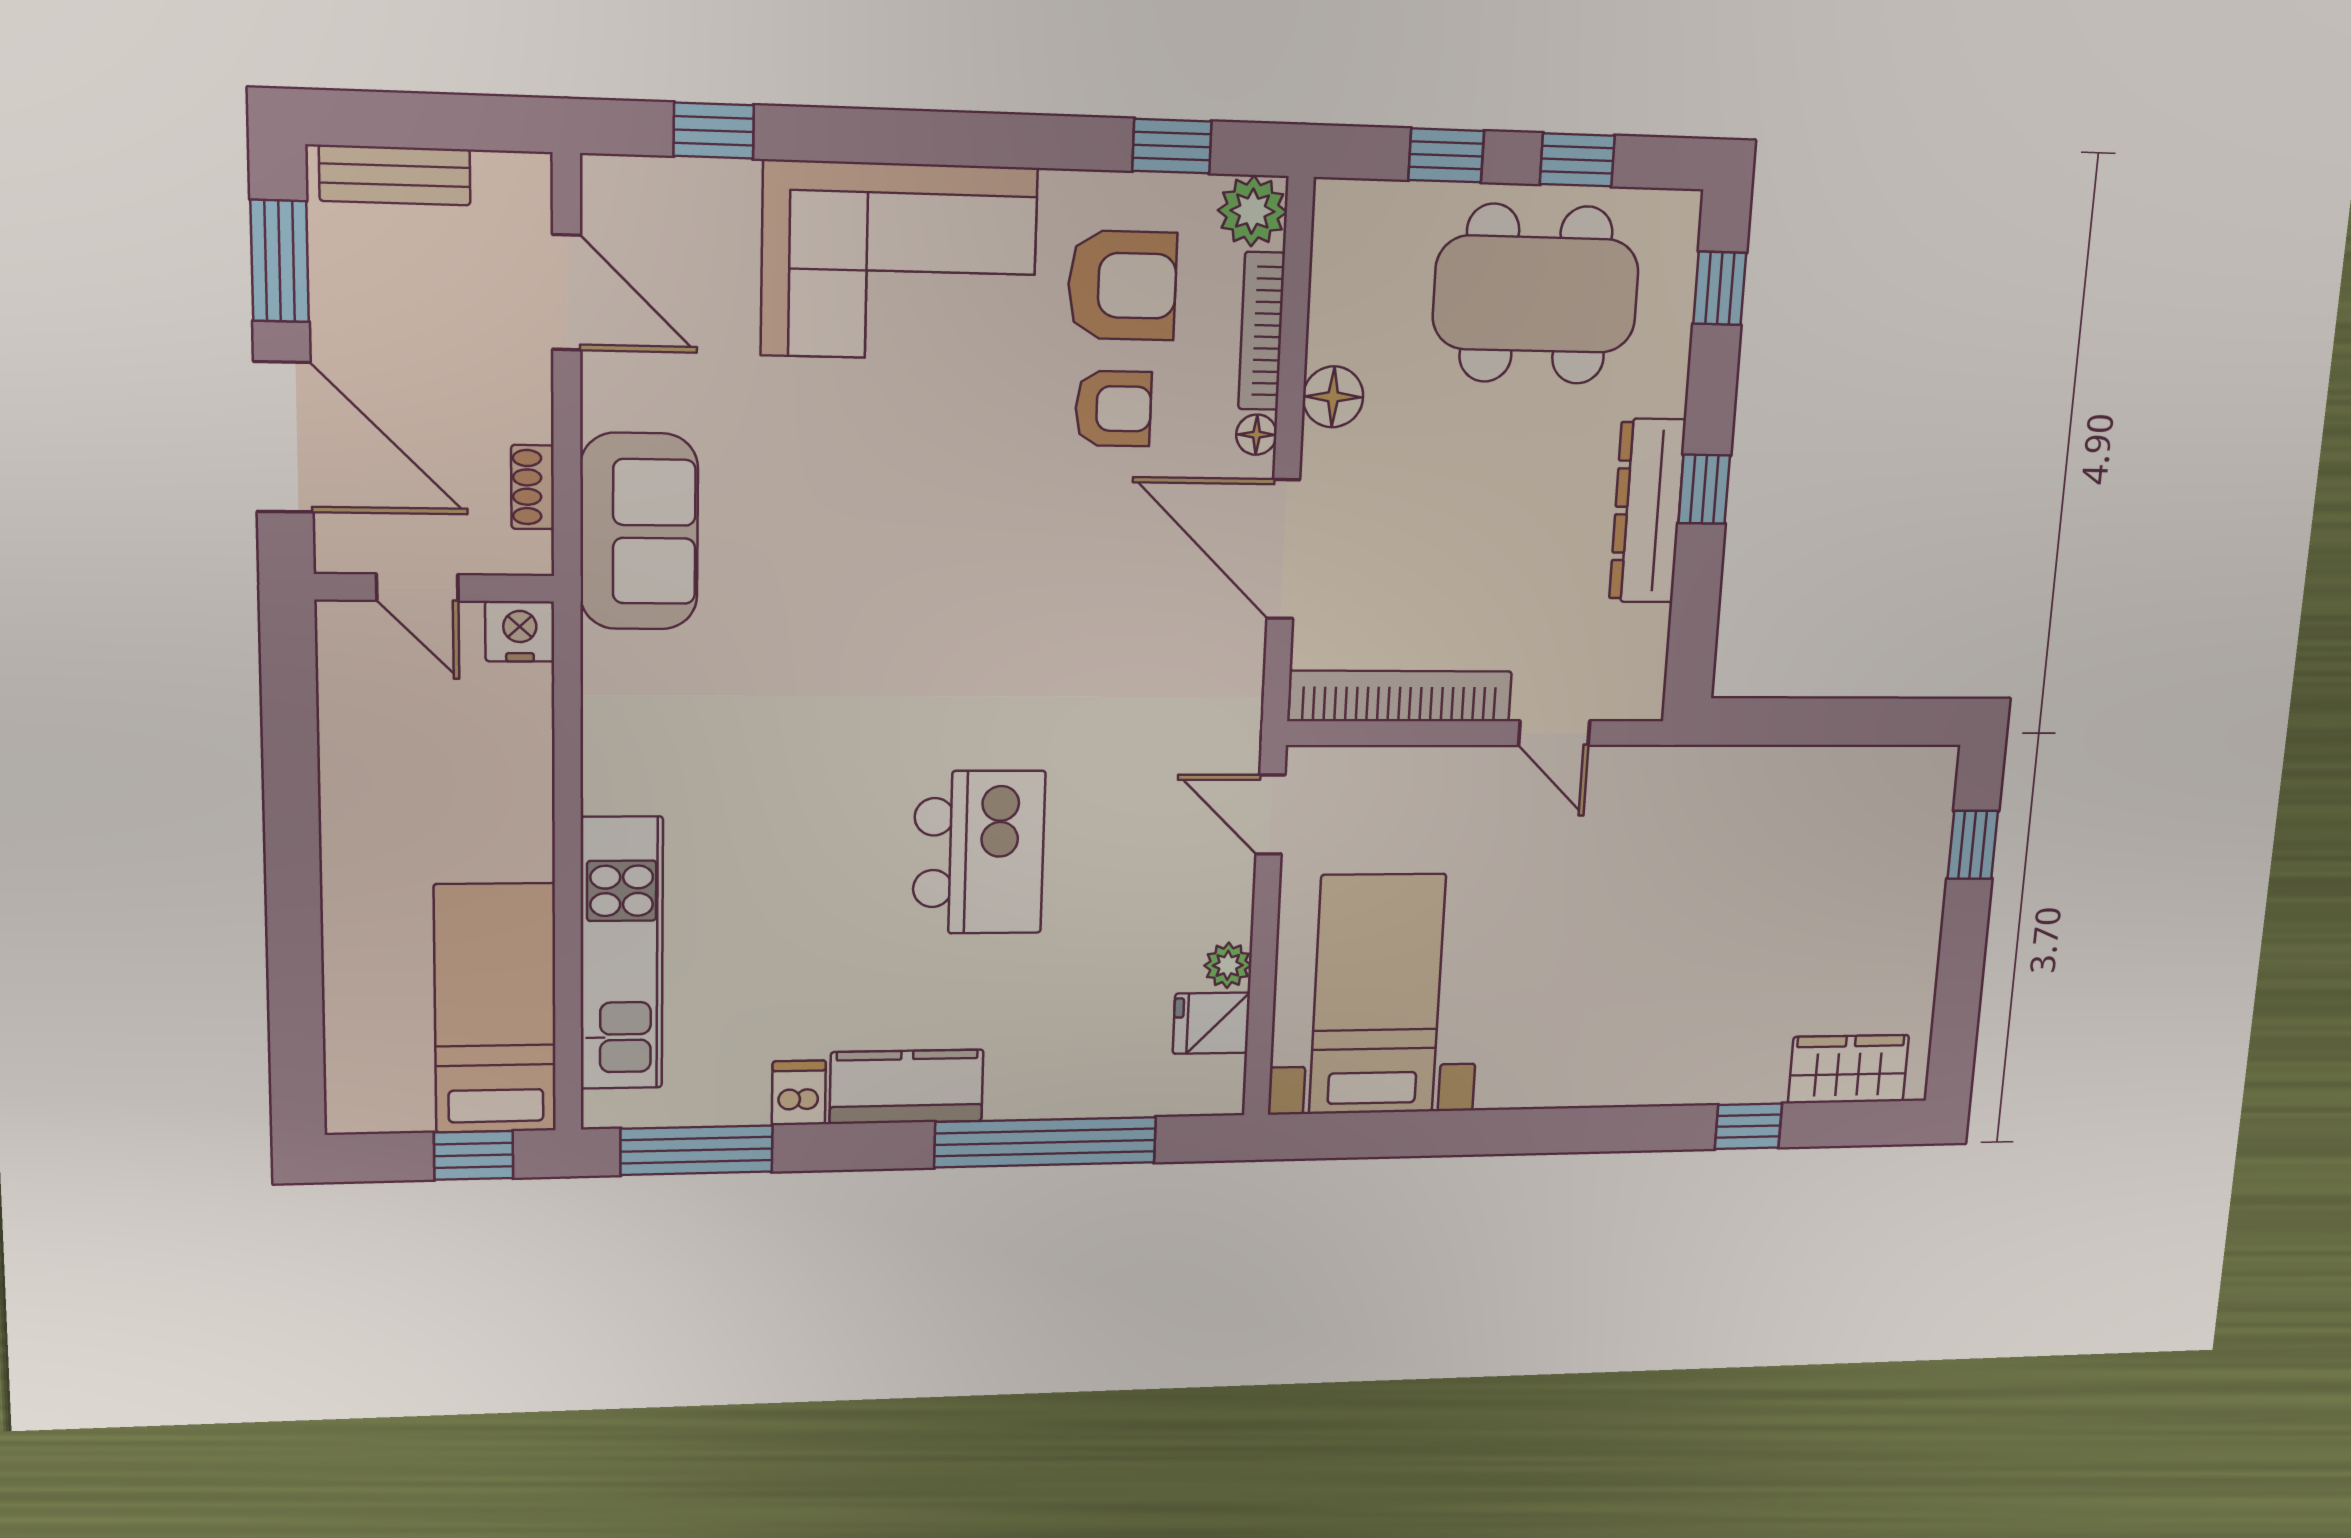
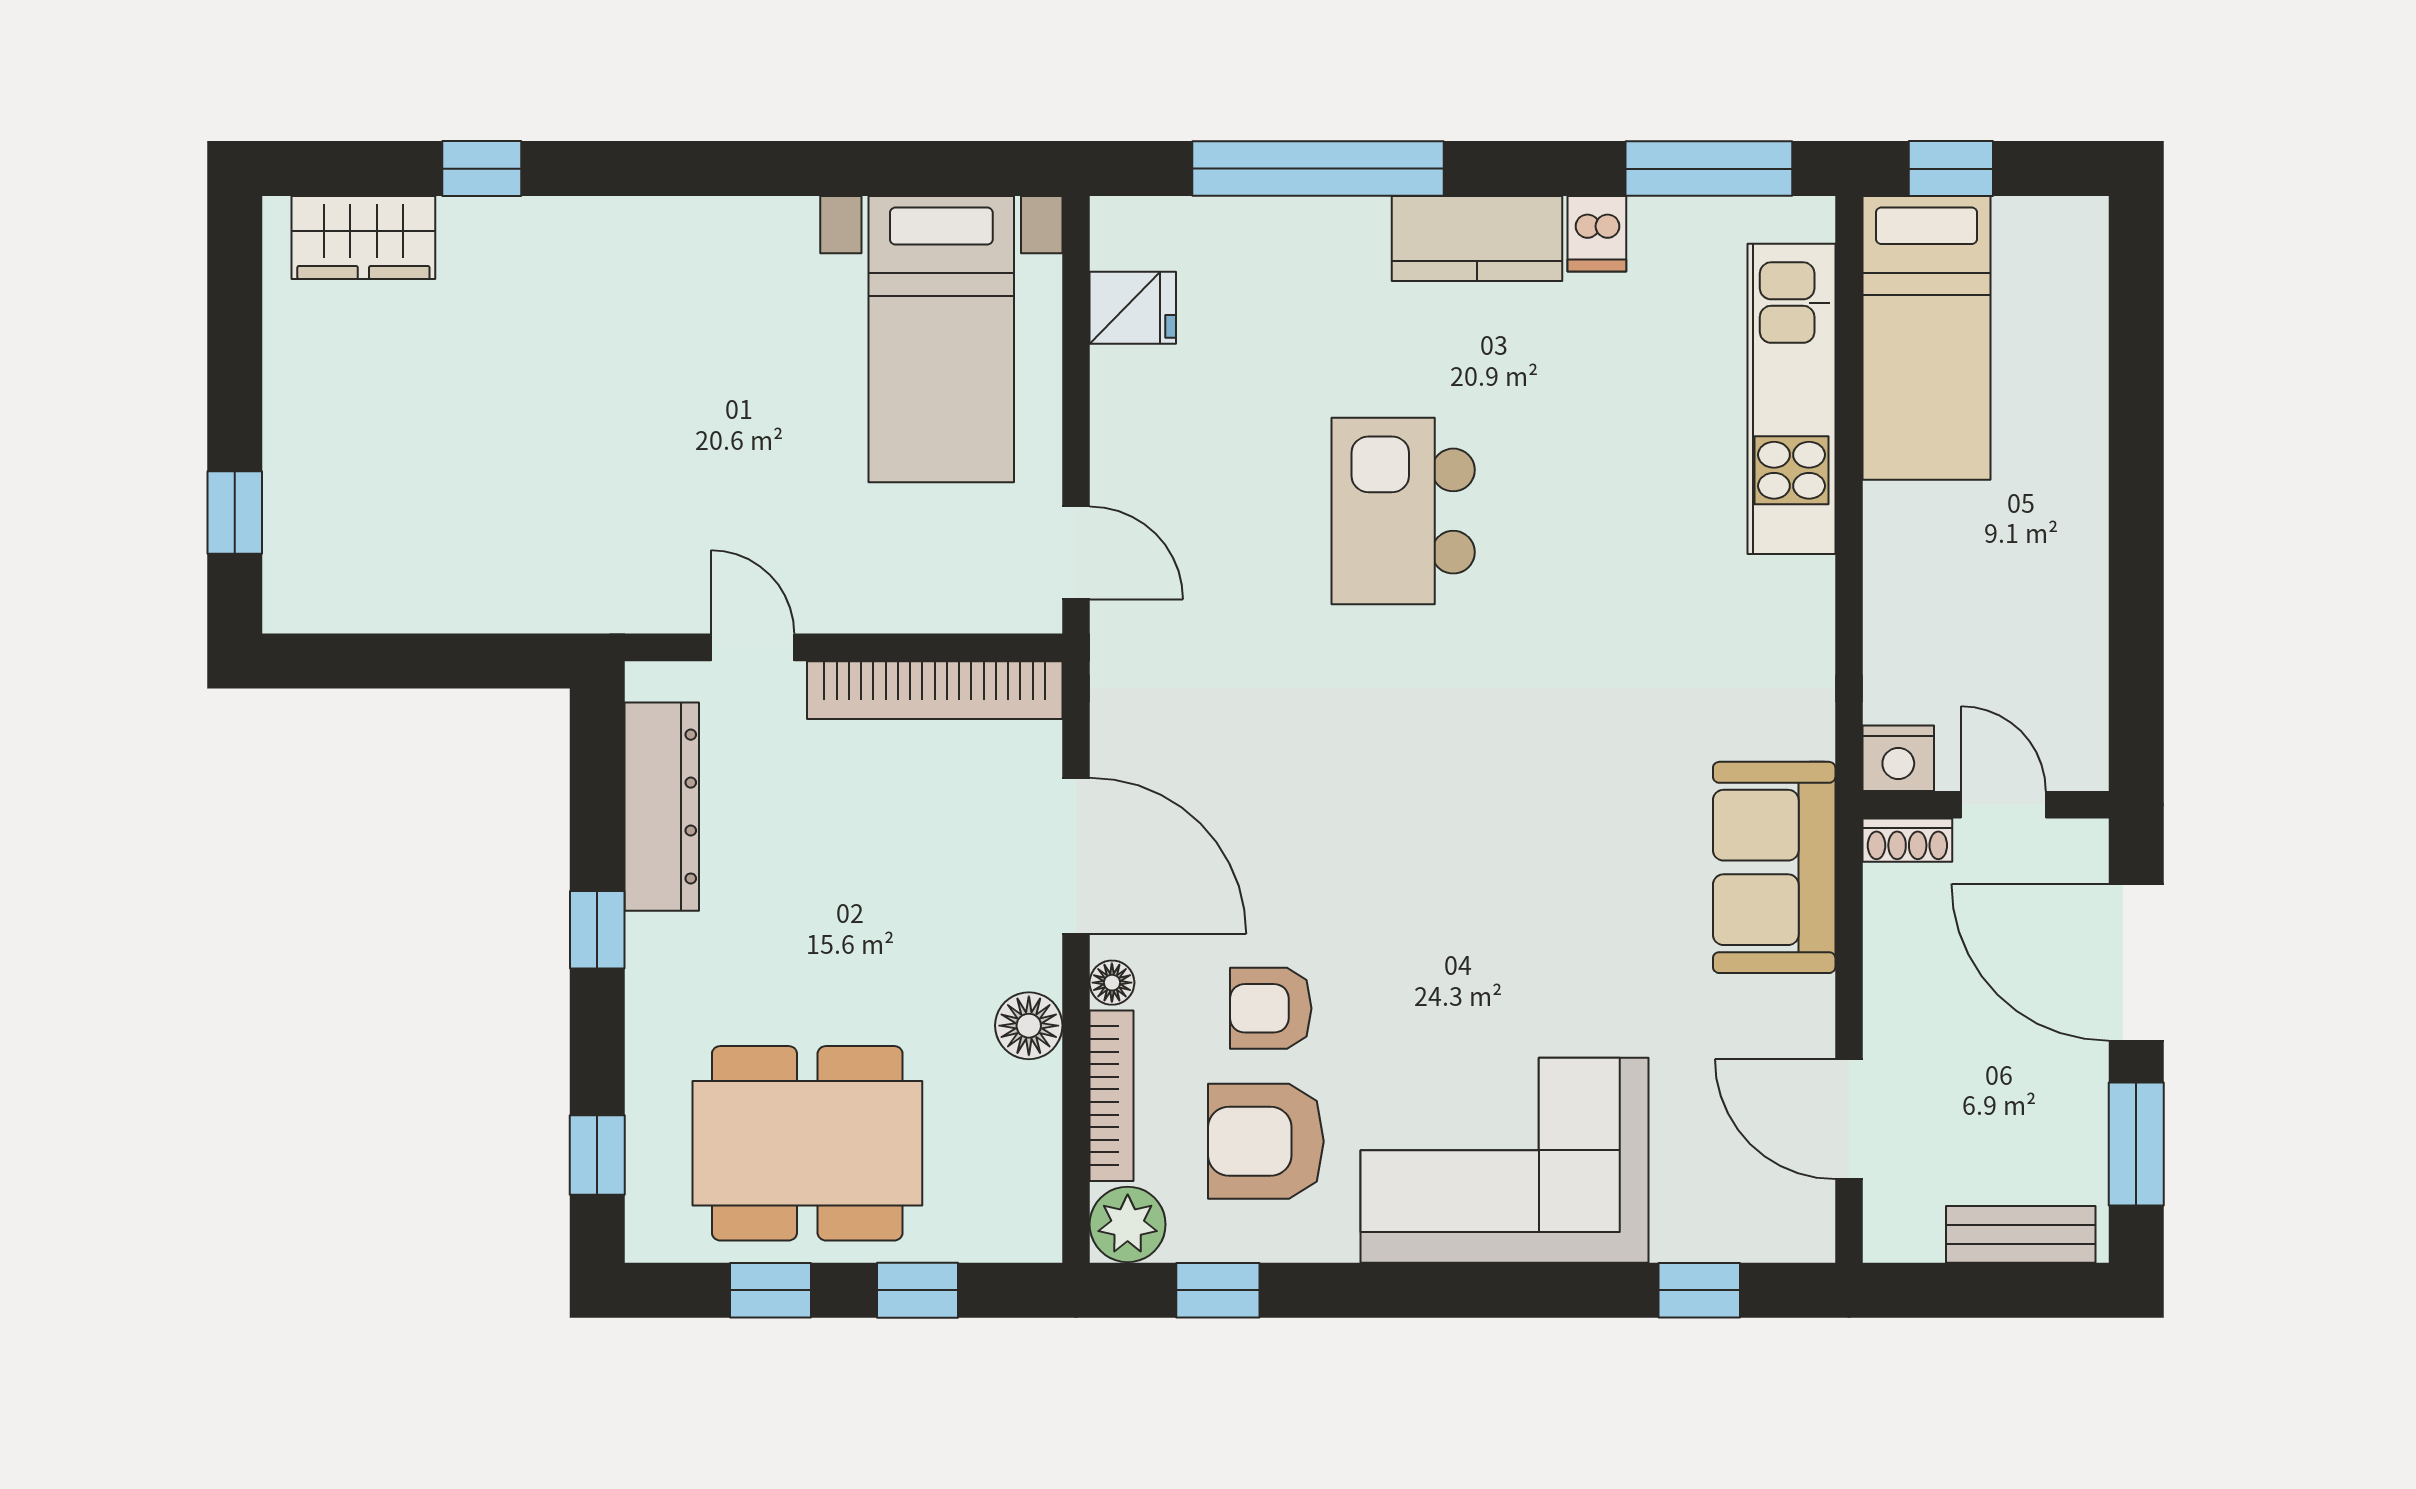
shoe rack: (533, 487) -> (1907, 840), moved, turned 90
dresser: (1647, 511) -> (662, 807), moved
plant: (1228, 965) -> (1117, 376), removed

